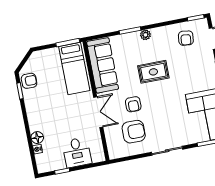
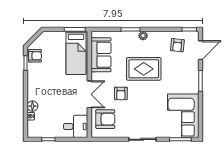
sofa: (103, 65) -> (101, 55), width x0.73
rug: (153, 72) -> (144, 69), width x1.36, depth x1.43
armchair: (134, 132) -> (105, 119), moved
desk: (77, 152) -> (76, 126), moved, turned -90

